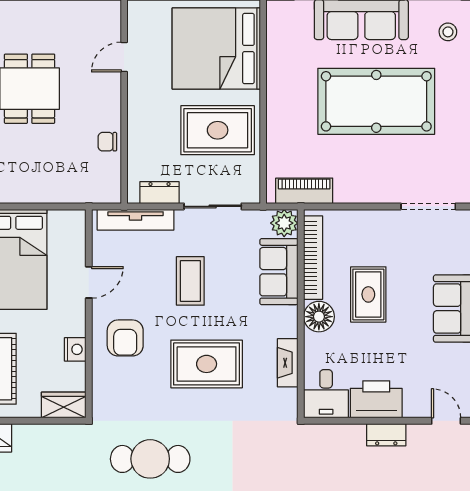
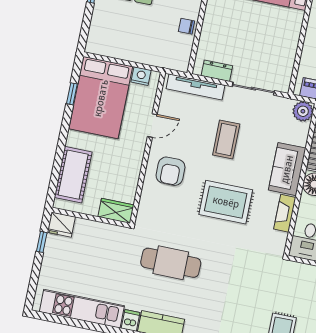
rug: (218, 130) -> (268, 34), removed
sofa: (279, 272) -> (287, 169), moved
nightstand: (75, 349) -> (141, 76), moved, turned -90

